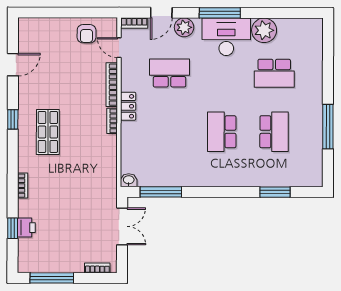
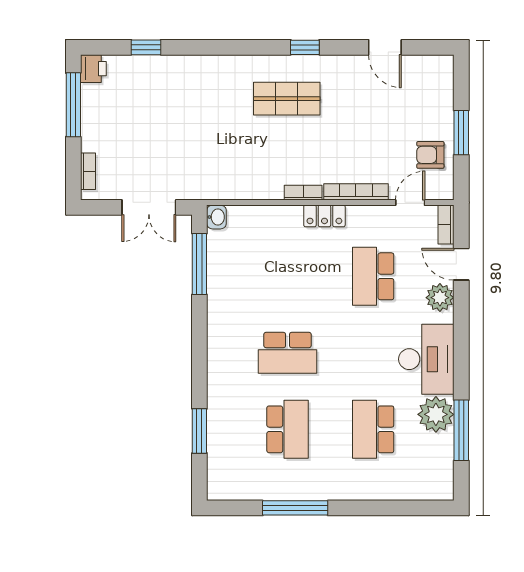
window: (71, 13) -> (461, 133), added
window: (220, 13) -> (461, 430), moved
school desk: (170, 73) -> (373, 276), turned 180
school desk: (222, 132) -> (288, 353), turned 180
school desk: (274, 132) -> (288, 429), turned -90
bookcase: (23, 186) -> (208, 62), removed
printer: (26, 228) -> (93, 69), moved, turned -90

